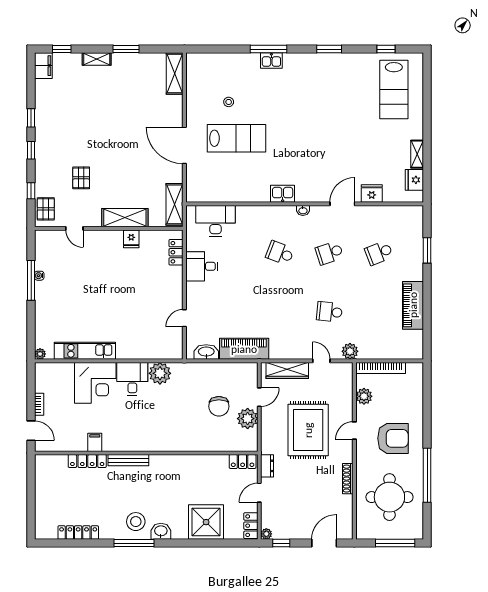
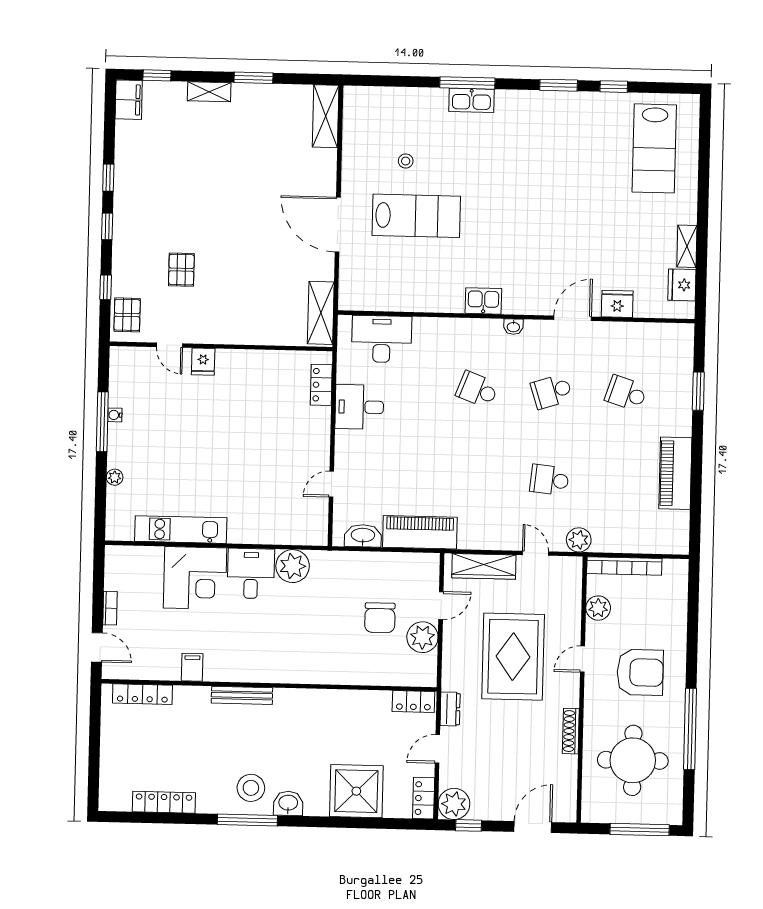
window: (386, 49) -> (614, 87), moved
kitchen sink: (271, 60) -> (471, 100), width x1.38
shelving: (125, 218) -> (246, 331), removed
fridge: (131, 239) -> (203, 362), moved
school desk: (379, 253) -> (626, 393), turned 39
plant: (40, 354) -> (115, 477), moved
locker: (87, 461) -> (142, 694), moved
plant: (266, 534) -> (454, 804), width x1.88, depth x1.88

